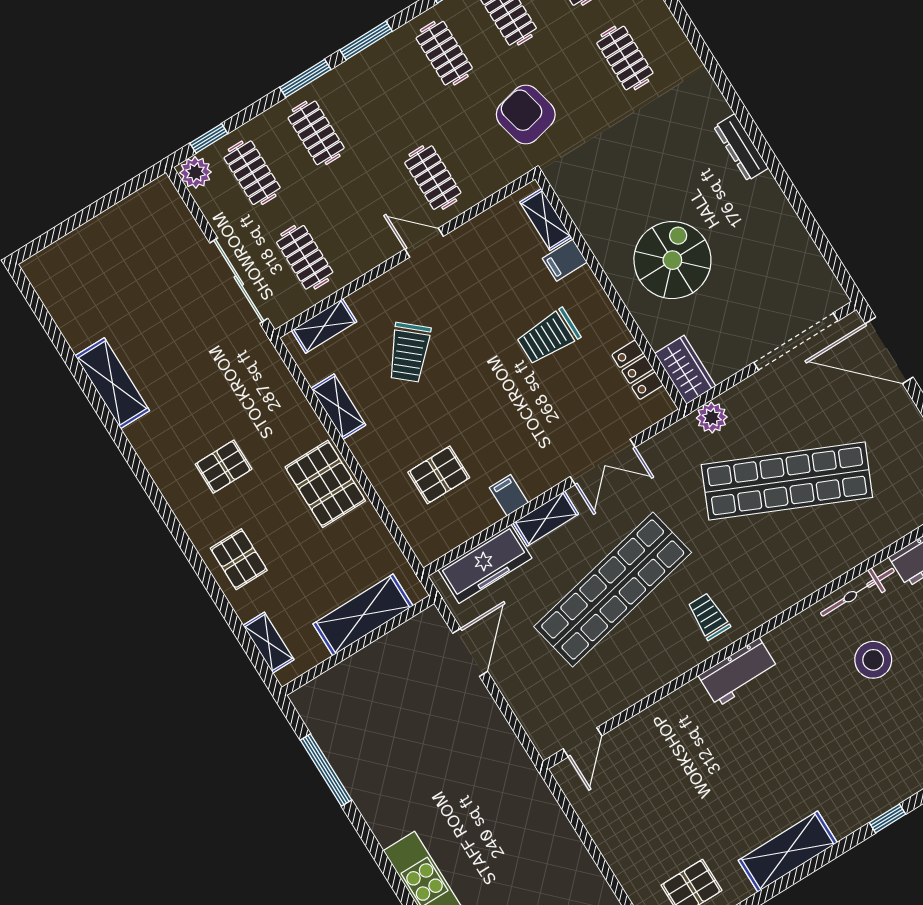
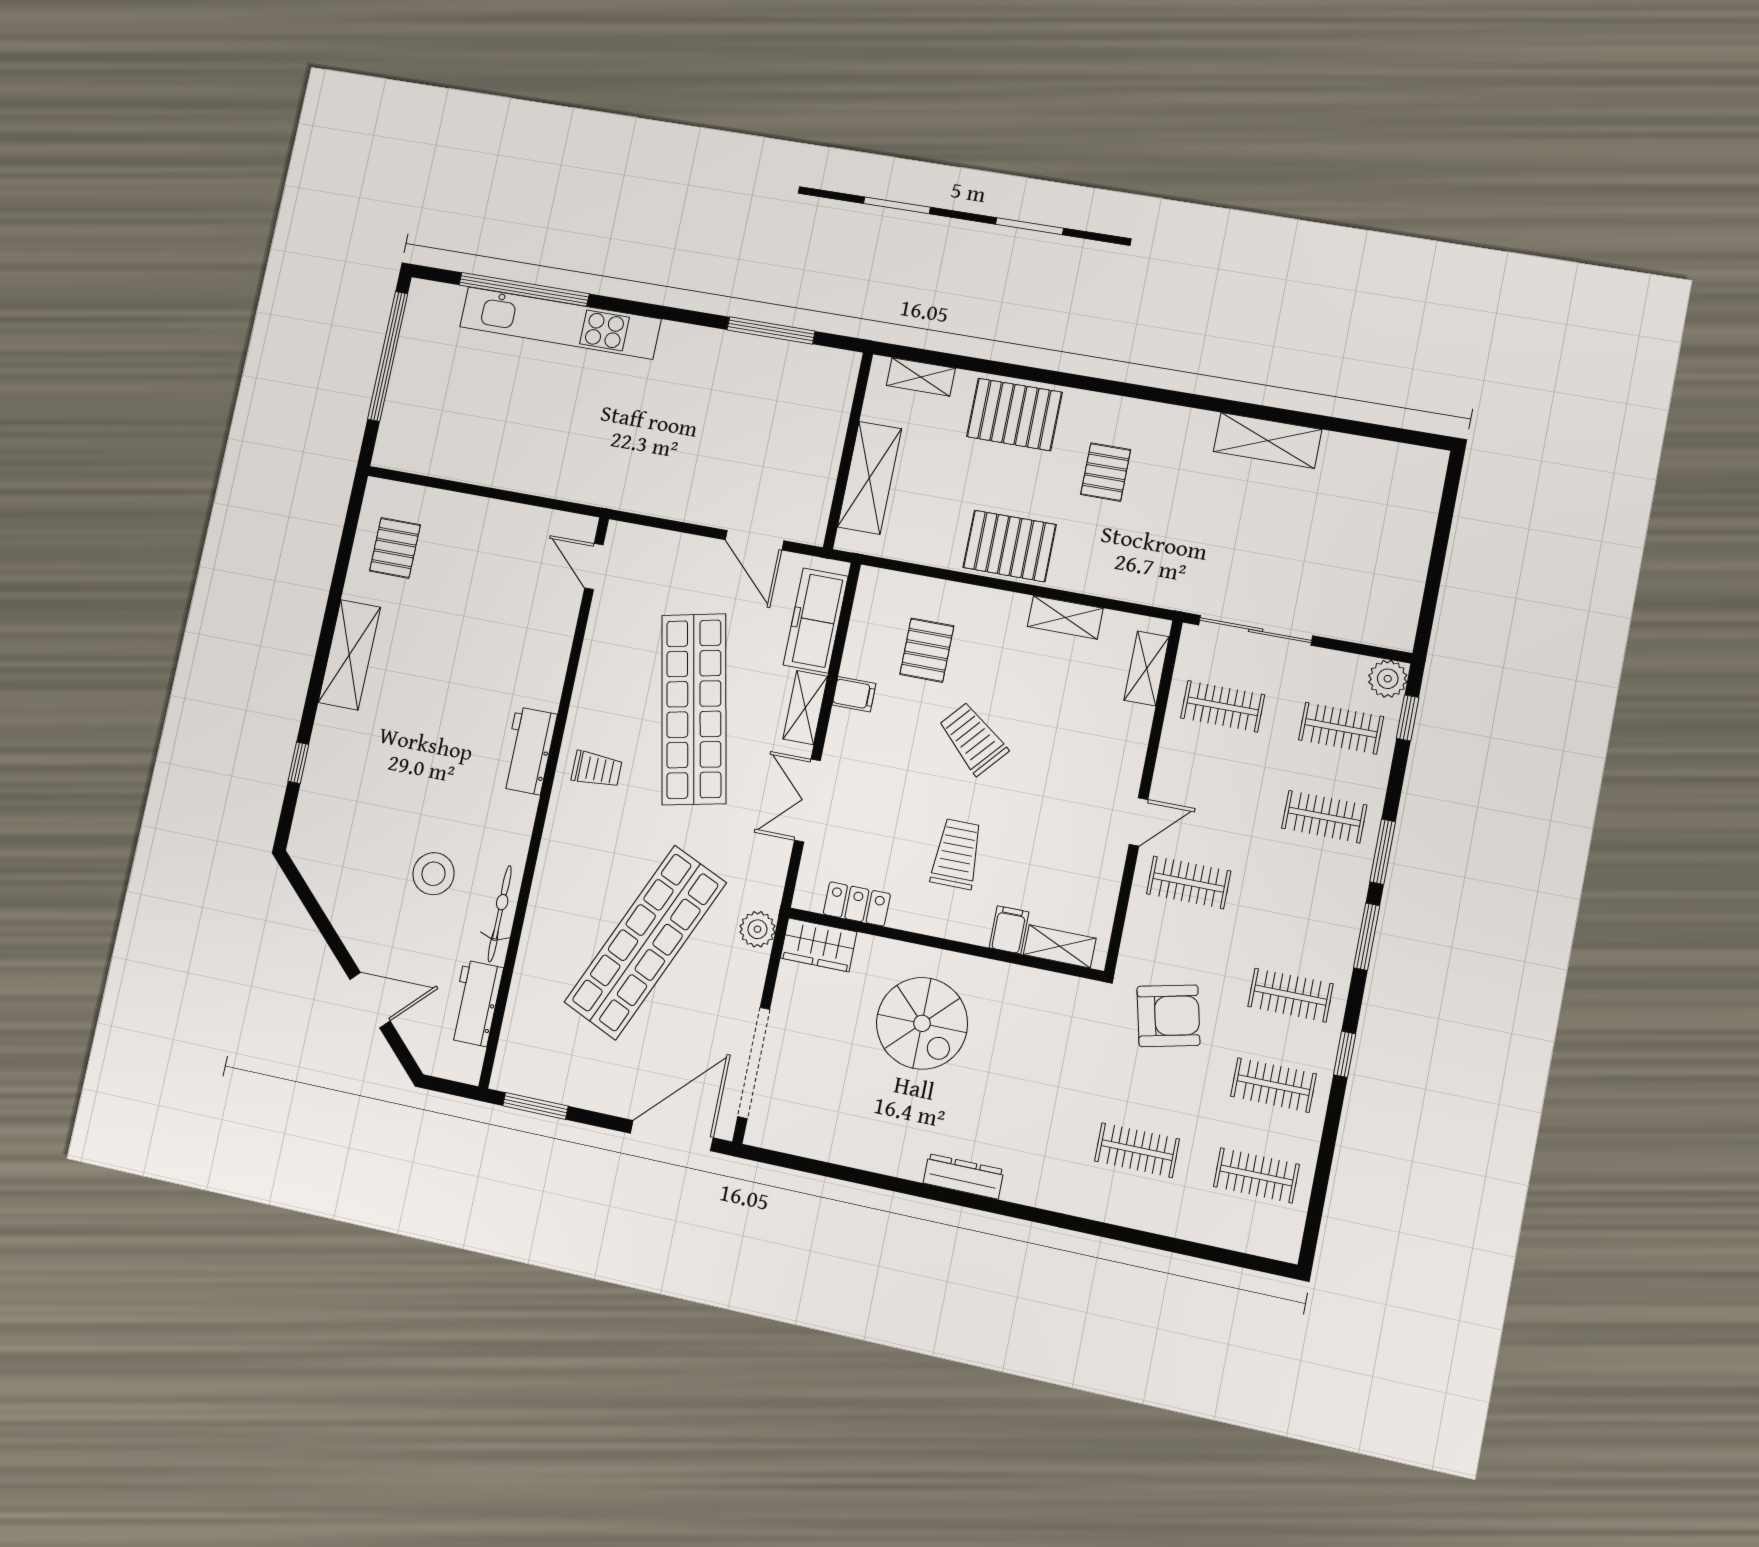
trolley: (409, 352) -> (973, 739), moved
pallet: (239, 559) -> (1014, 414), width x1.50, depth x1.42

